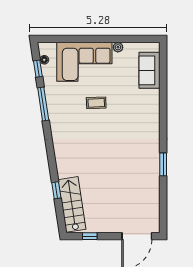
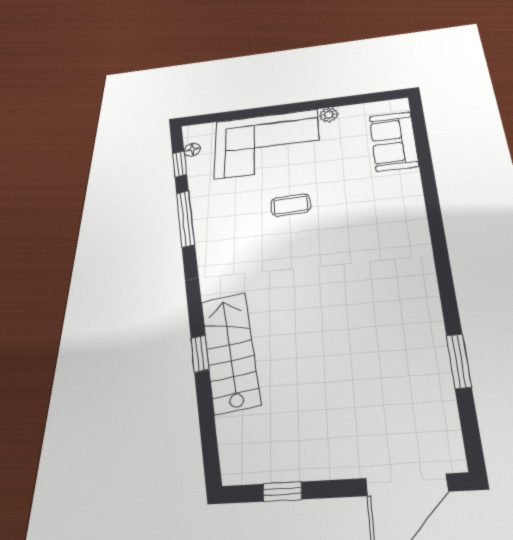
window: (163, 164) -> (459, 361), moved
window: (56, 190) -> (200, 354), moved
stairs: (72, 204) -> (230, 351), moved

